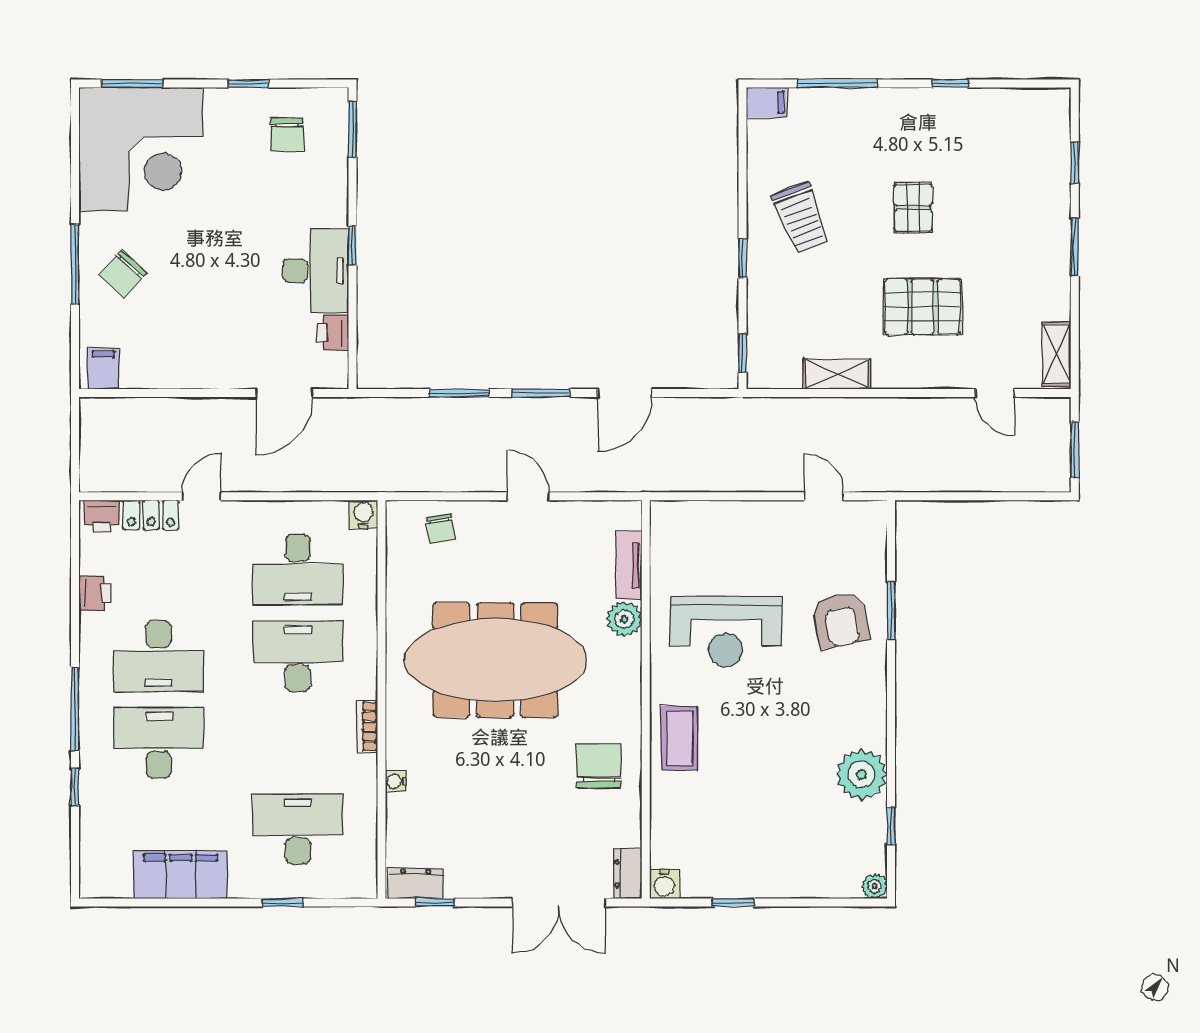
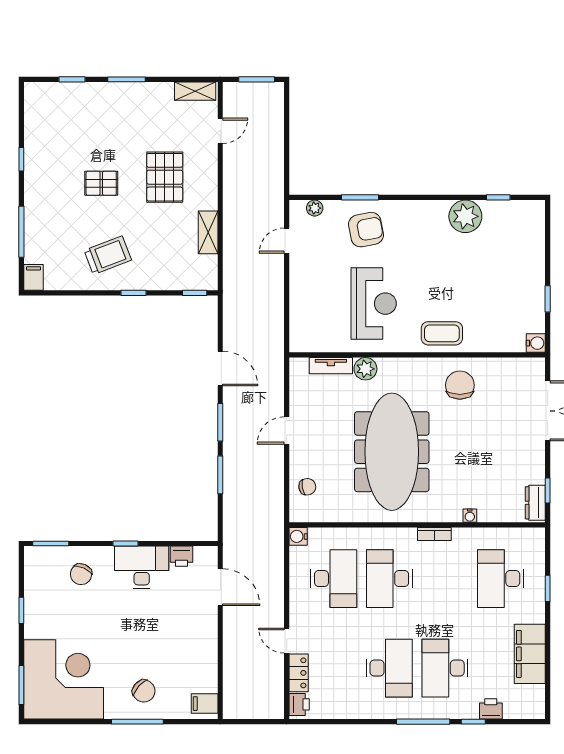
chair: (287, 135) -> (81, 574), moved, turned 114
printer: (95, 593) -> (491, 709), moved
chair: (599, 766) -> (460, 385), turned 90
dresser: (628, 874) -> (529, 367), removed
plant: (874, 886) -> (315, 208), moved

